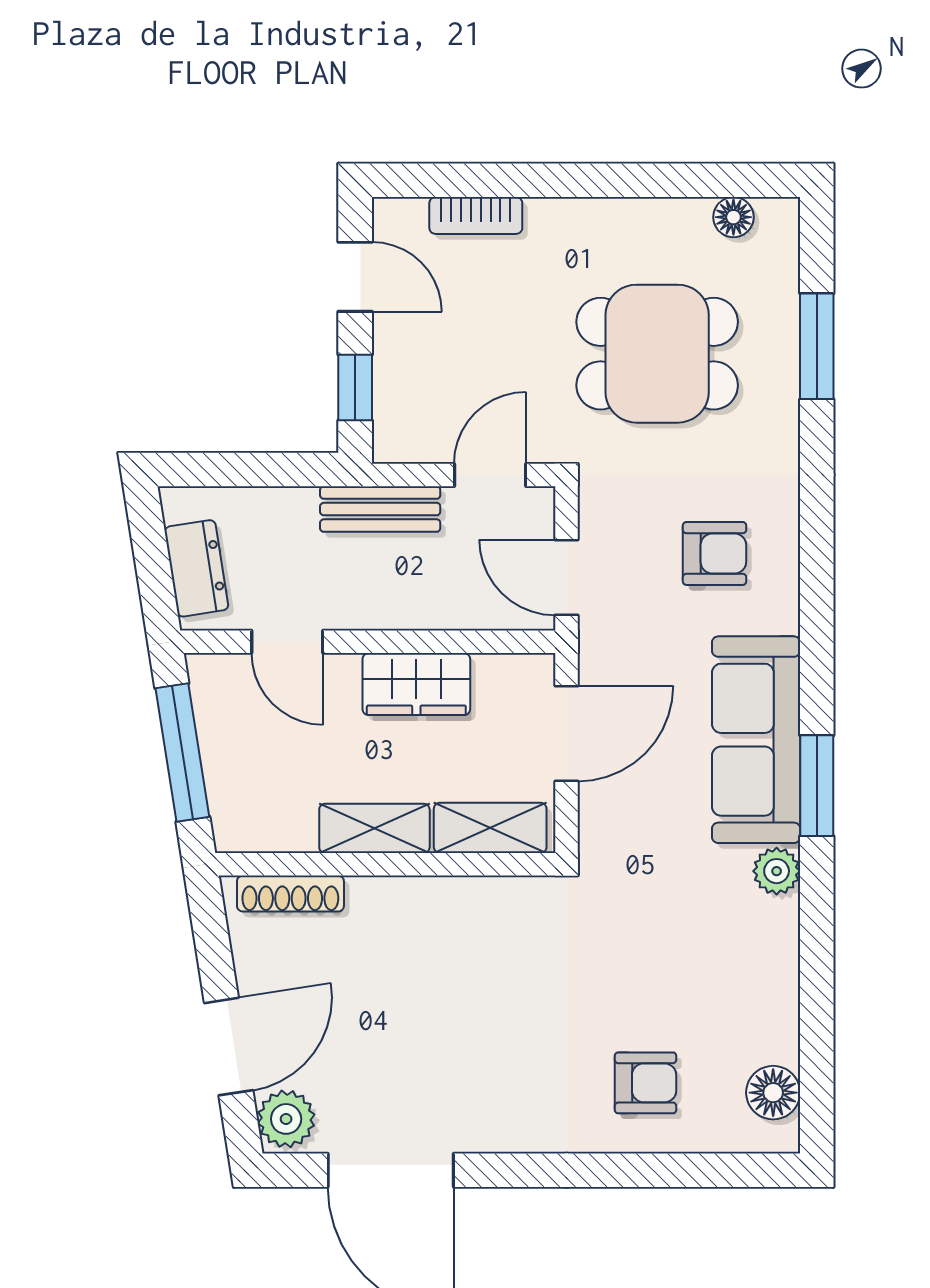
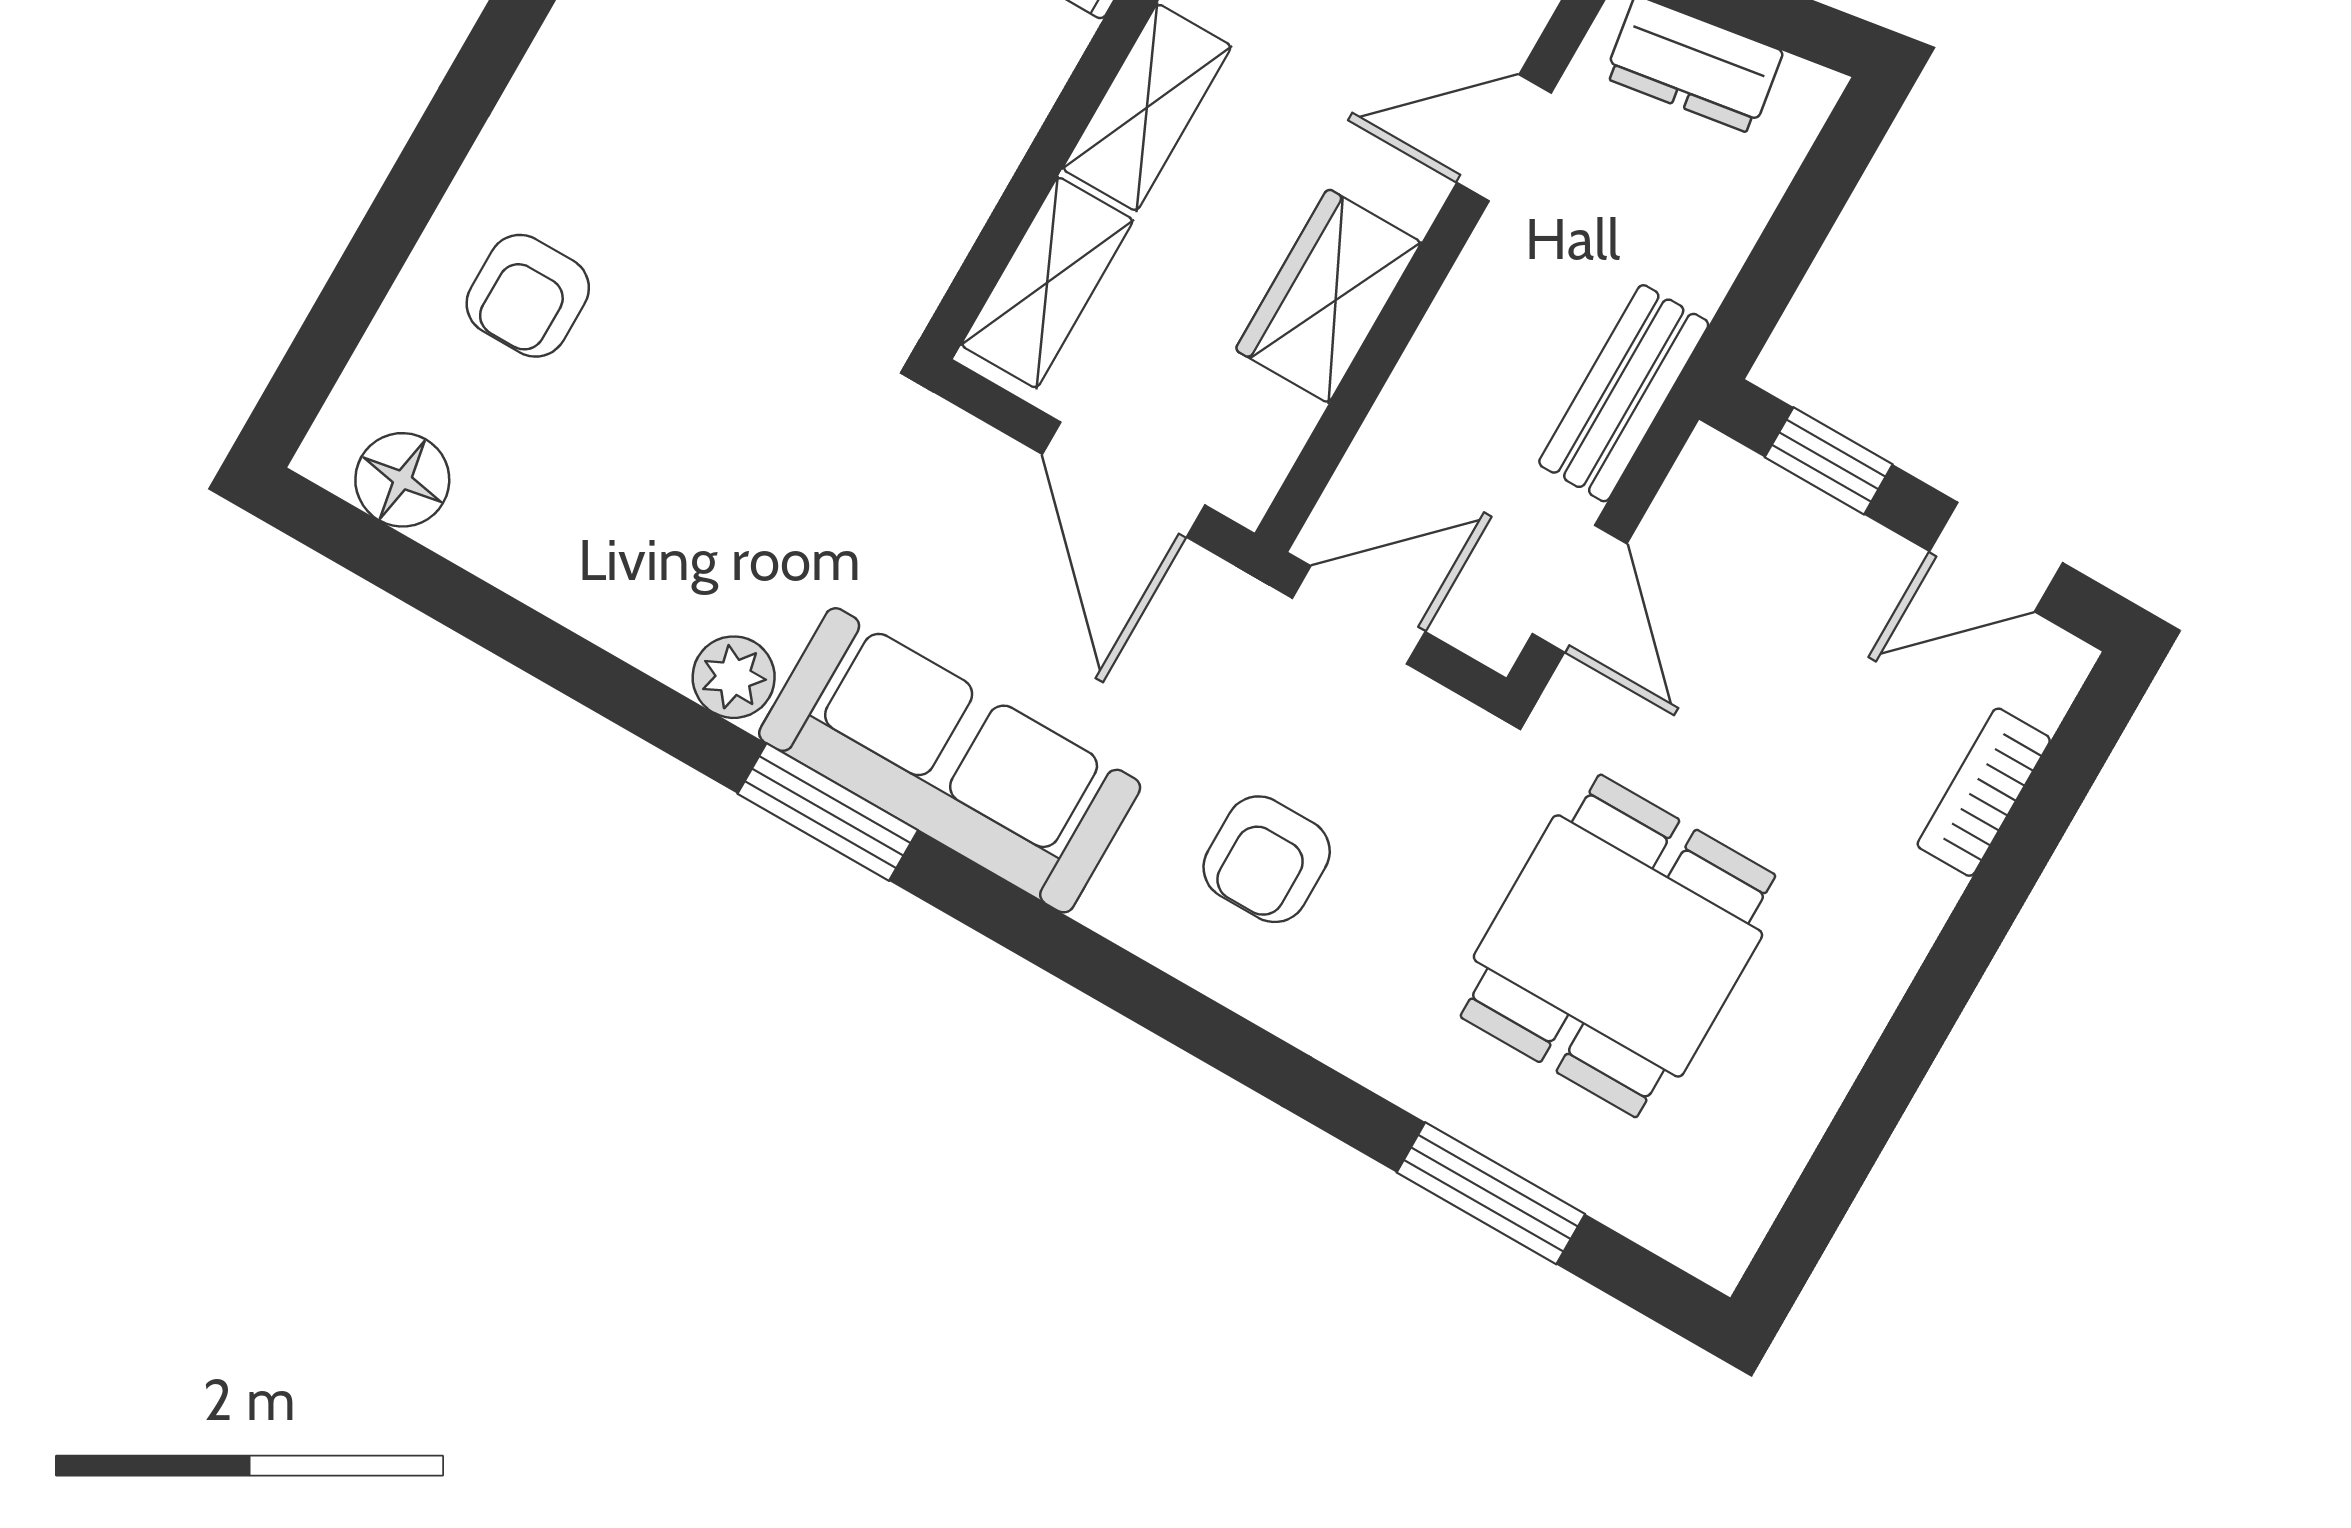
floor lamp: (733, 217) -> (1758, 1180), removed

